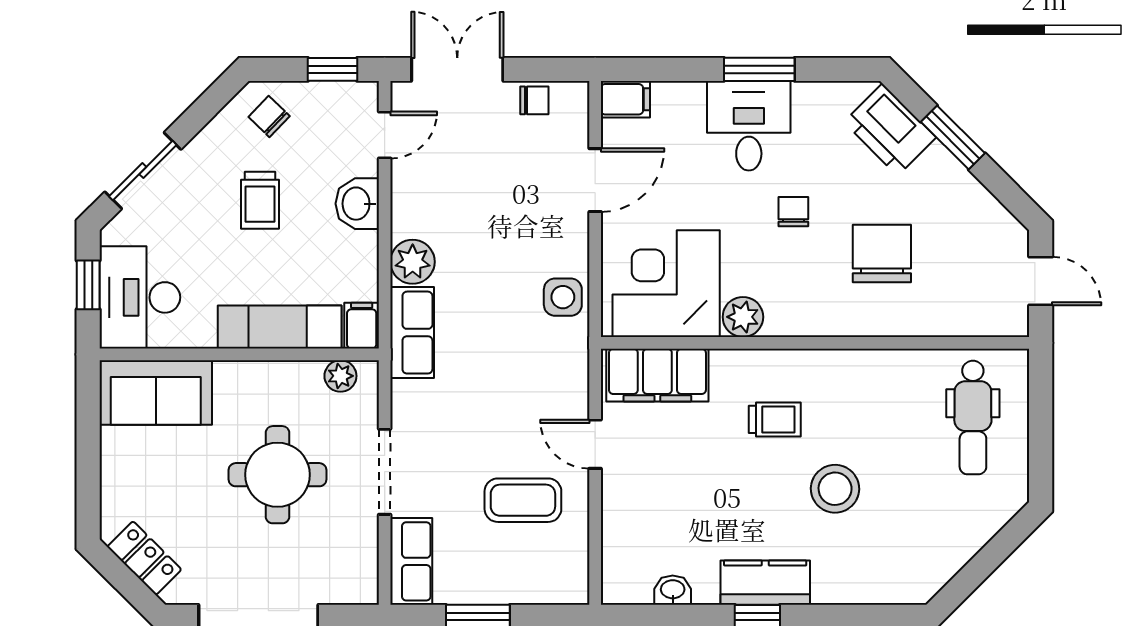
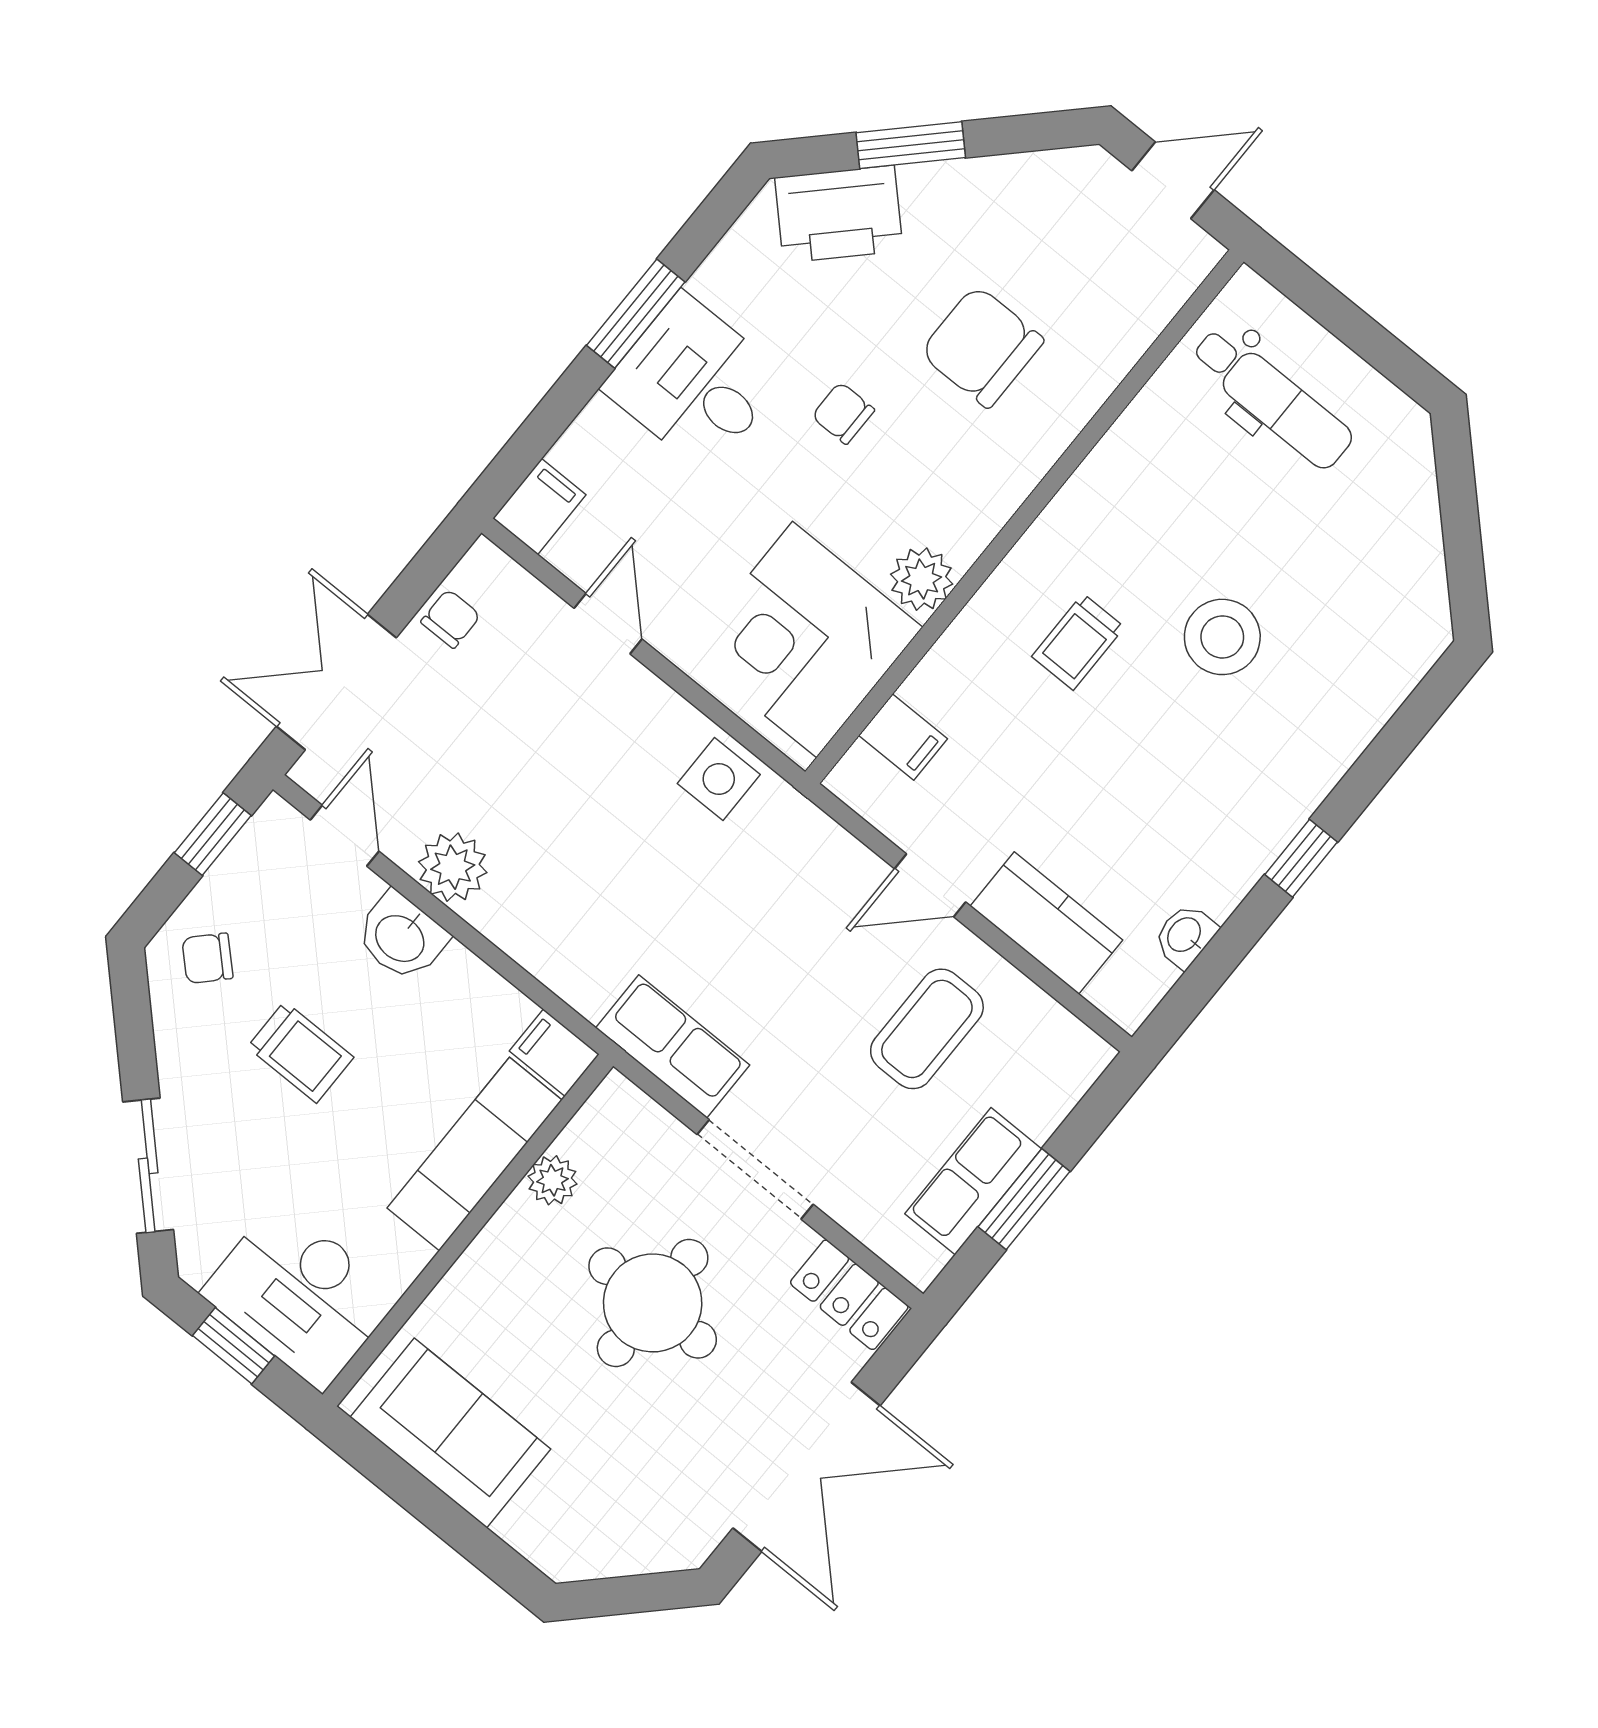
door: (595, 180) -> (608, 624), width x0.73
plant: (413, 262) -> (453, 867), moved
row of seats: (412, 333) -> (673, 1047), moved
filing cabinet: (657, 375) -> (903, 737), width x0.33, depth x0.86
plant: (340, 376) -> (552, 1180), moved
sofa: (156, 393) -> (450, 1433), moved, turned -90
trolley: (775, 419) -> (1078, 642), turned 180
locker: (144, 558) -> (849, 1295), moved, turned -135
row of seats: (411, 561) -> (973, 1181), moved, turned -90
kitchen counter: (765, 583) -> (1046, 923), moved, turned 90

